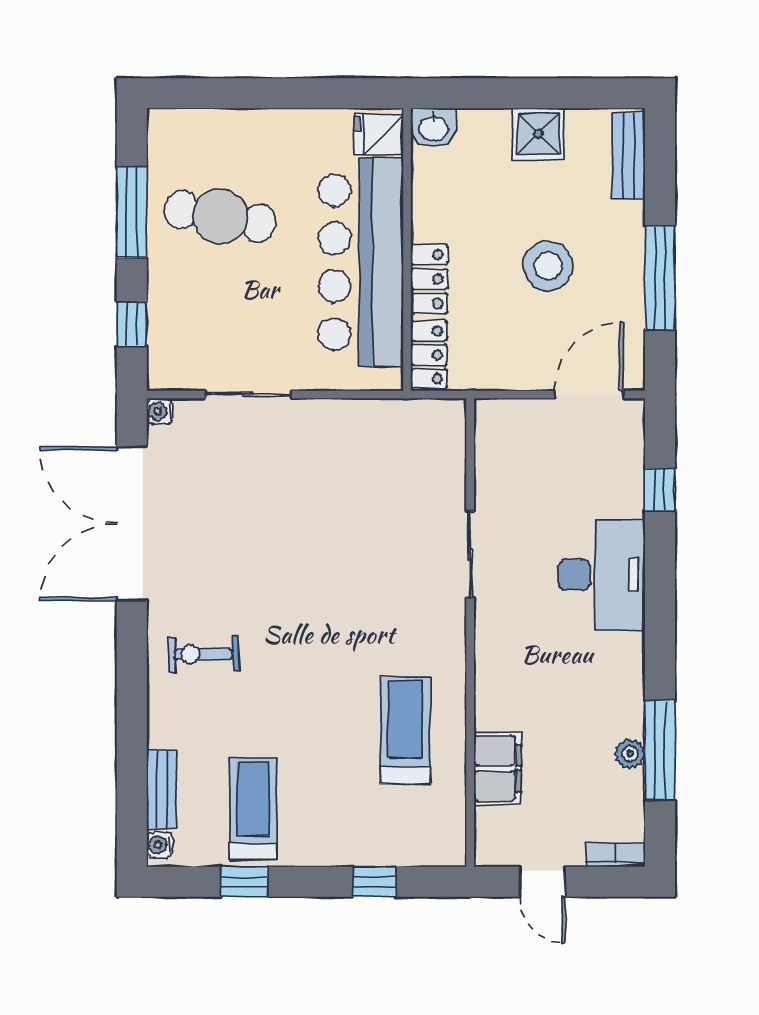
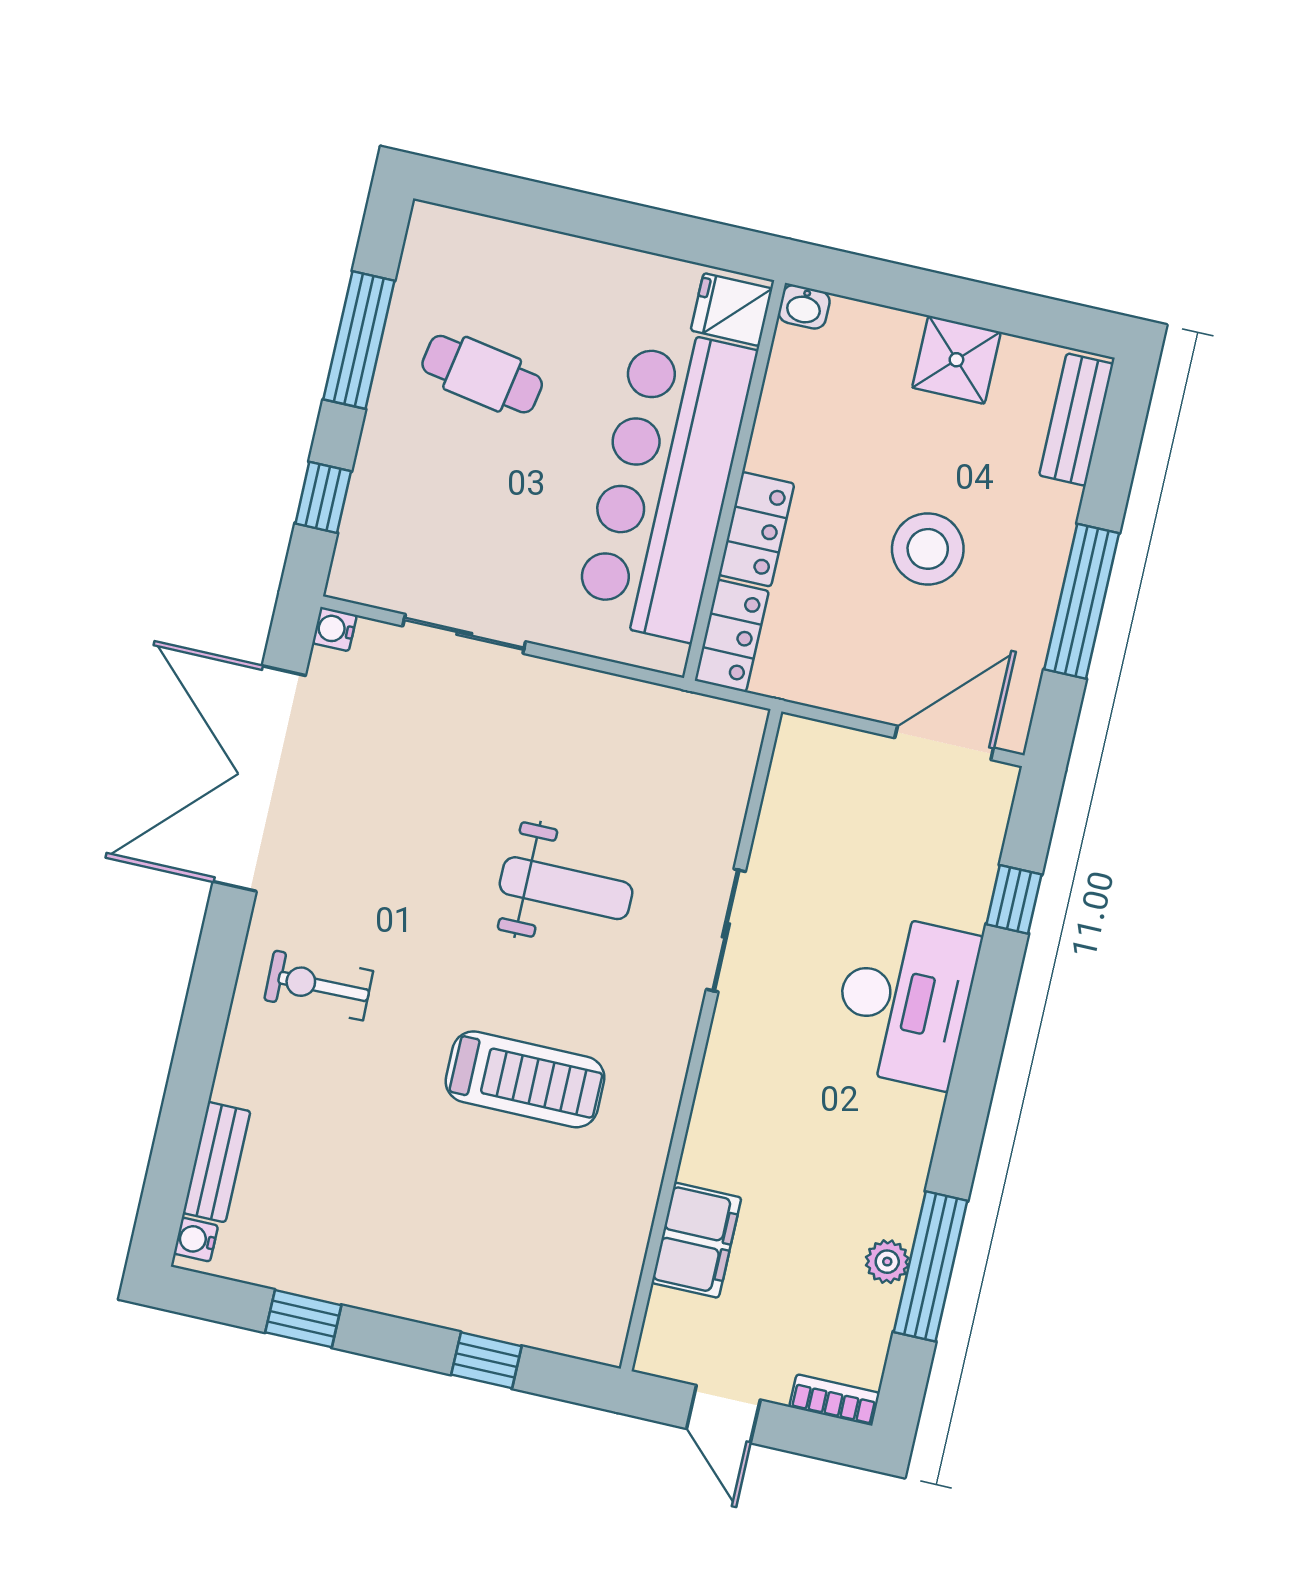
washbasin: (434, 128) -> (804, 307), width x0.72, depth x0.69
cafe table: (220, 216) -> (482, 374), width x0.73, depth x0.74
weight bench: (356, 551) -> (566, 888), added
treadmill: (405, 730) -> (525, 1079), moved, turned 90
treadmill: (253, 809) -> (339, 1219), removed

